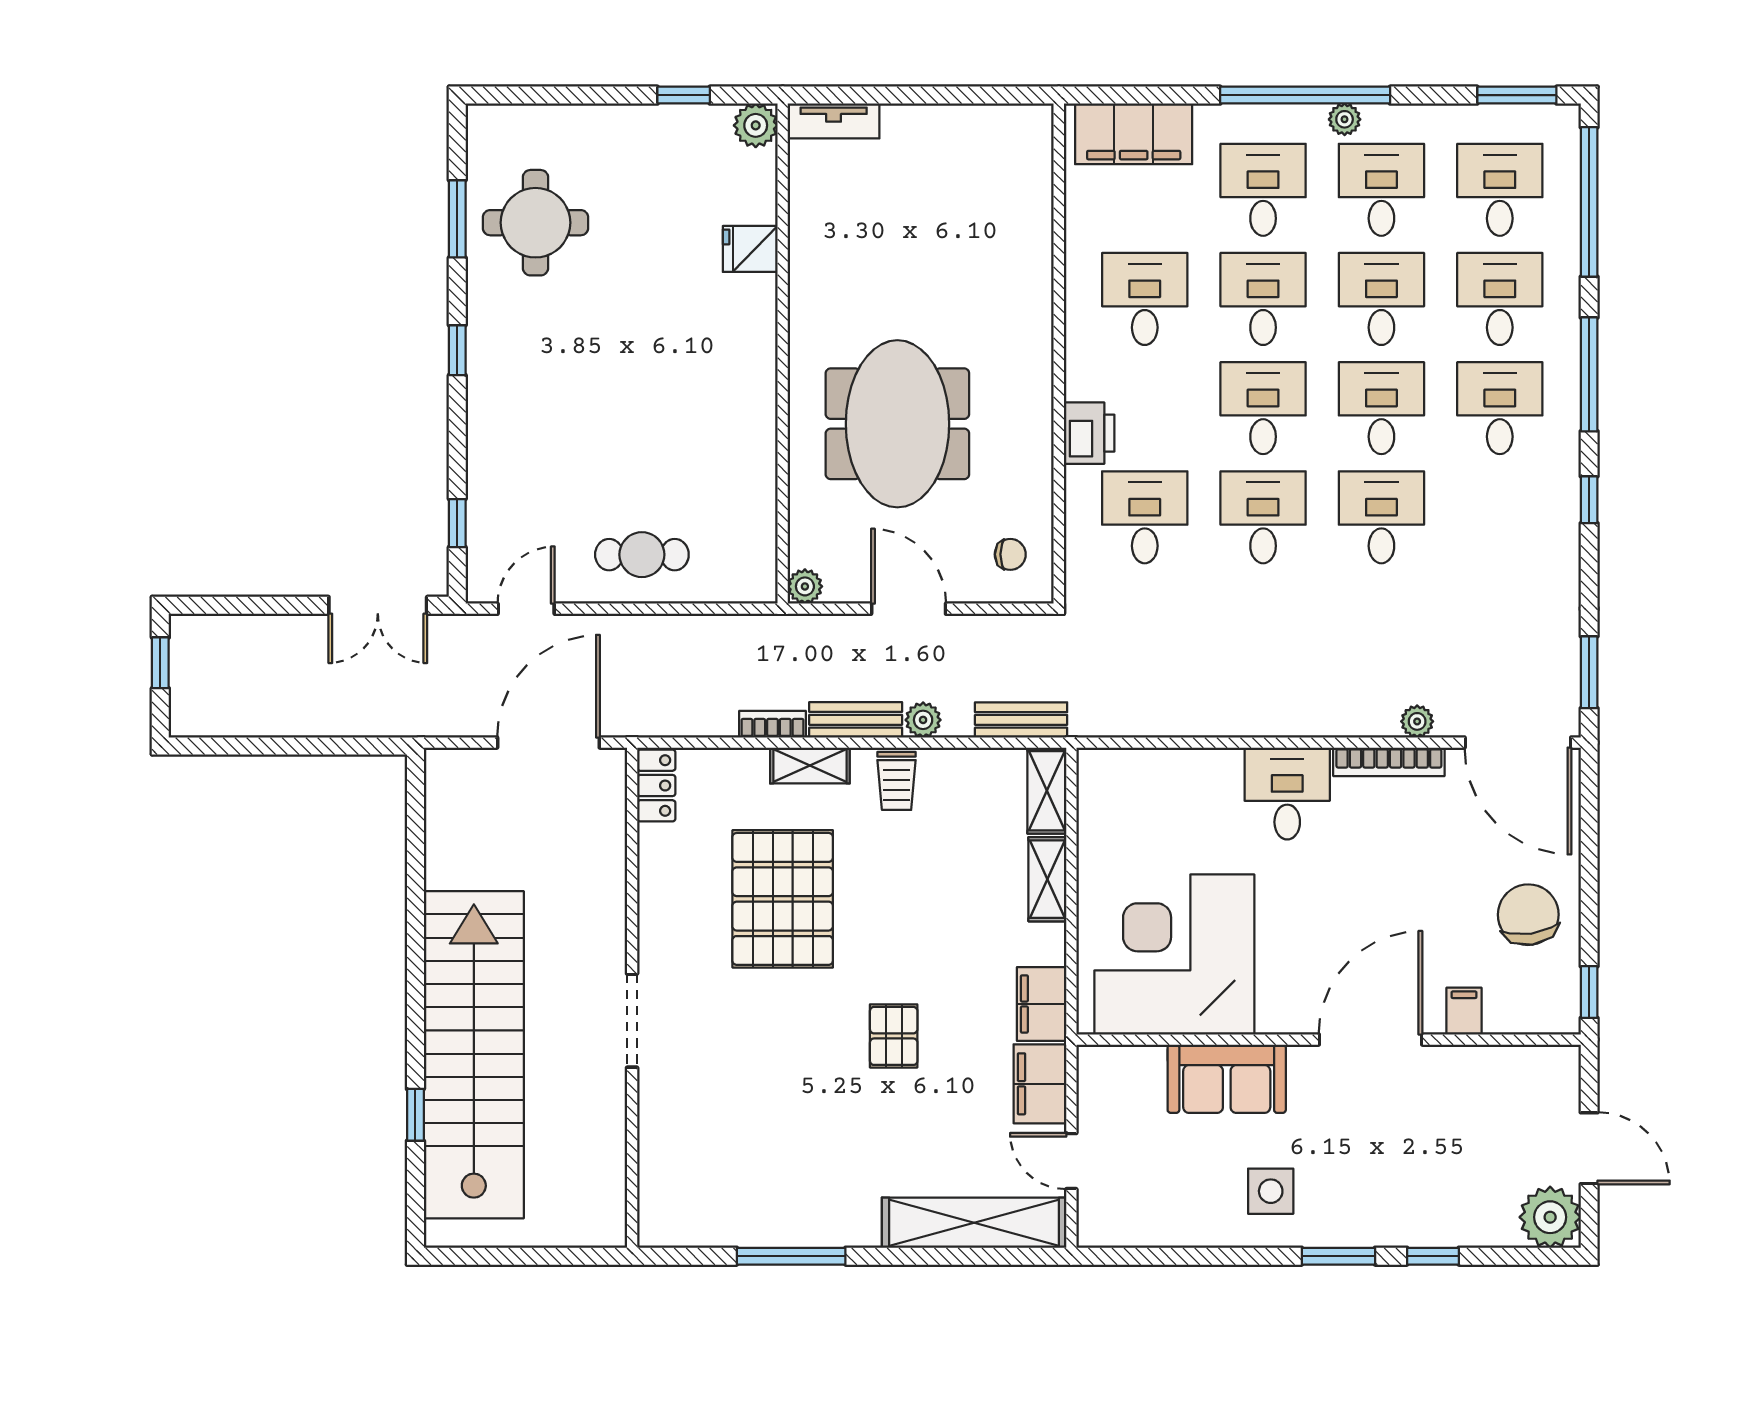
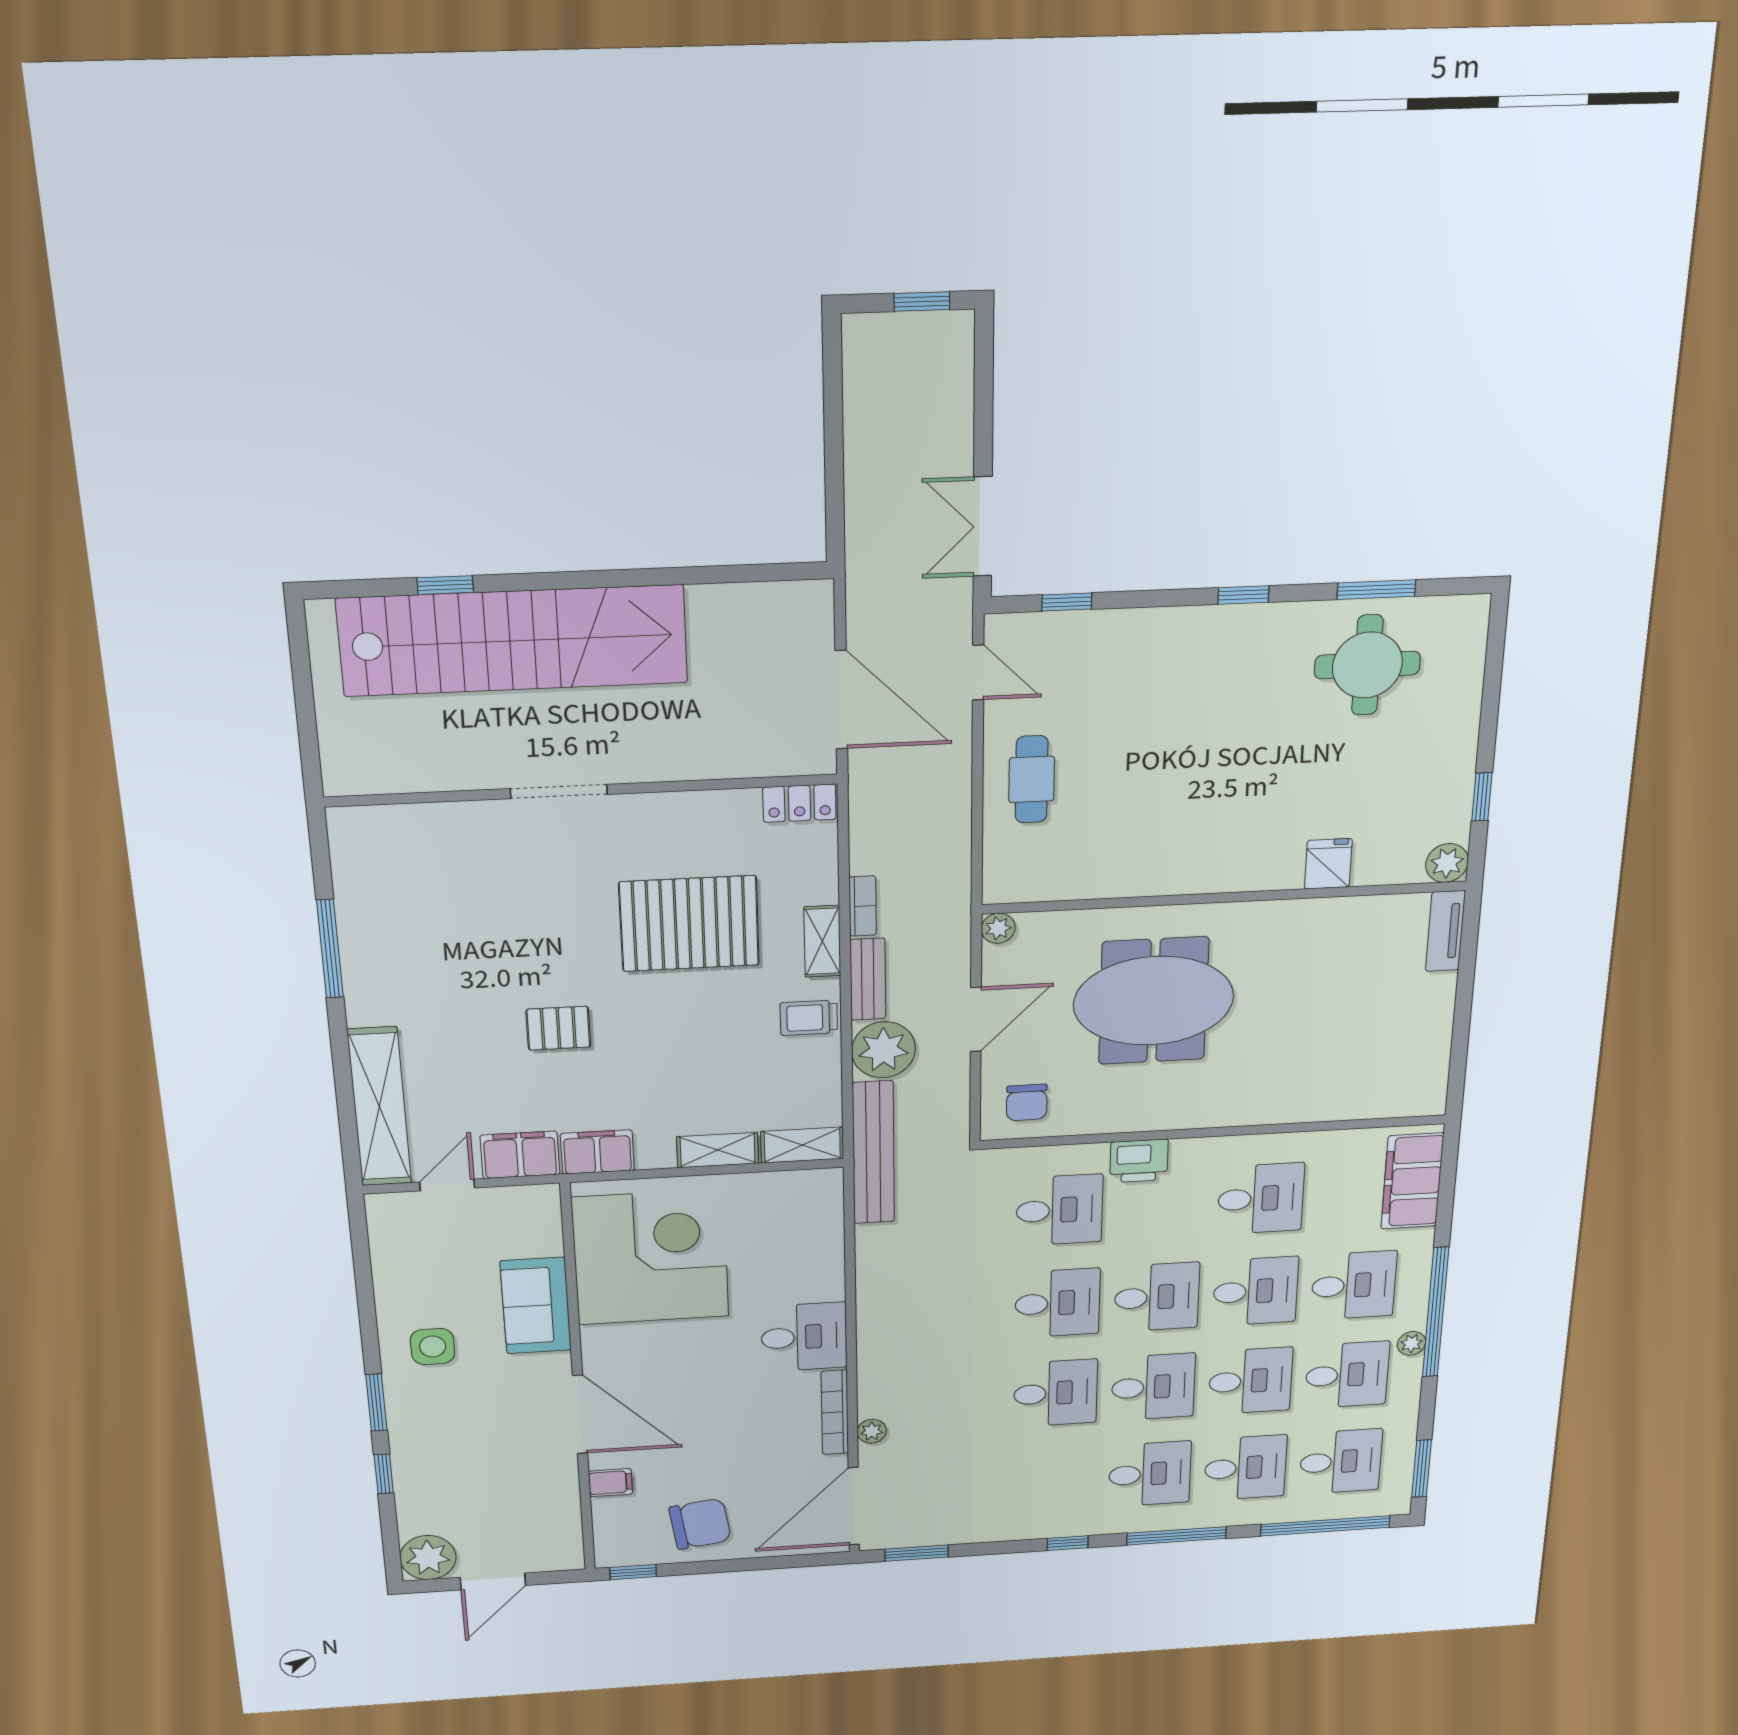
chair: (1010, 554) -> (1027, 1102), width x1.37, depth x1.37
plant: (923, 720) -> (883, 1050), width x1.88, depth x1.88
bench: (1021, 720) -> (873, 1153), width x1.86, depth x1.21

